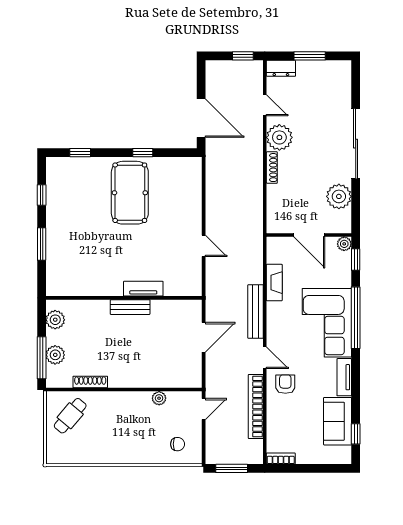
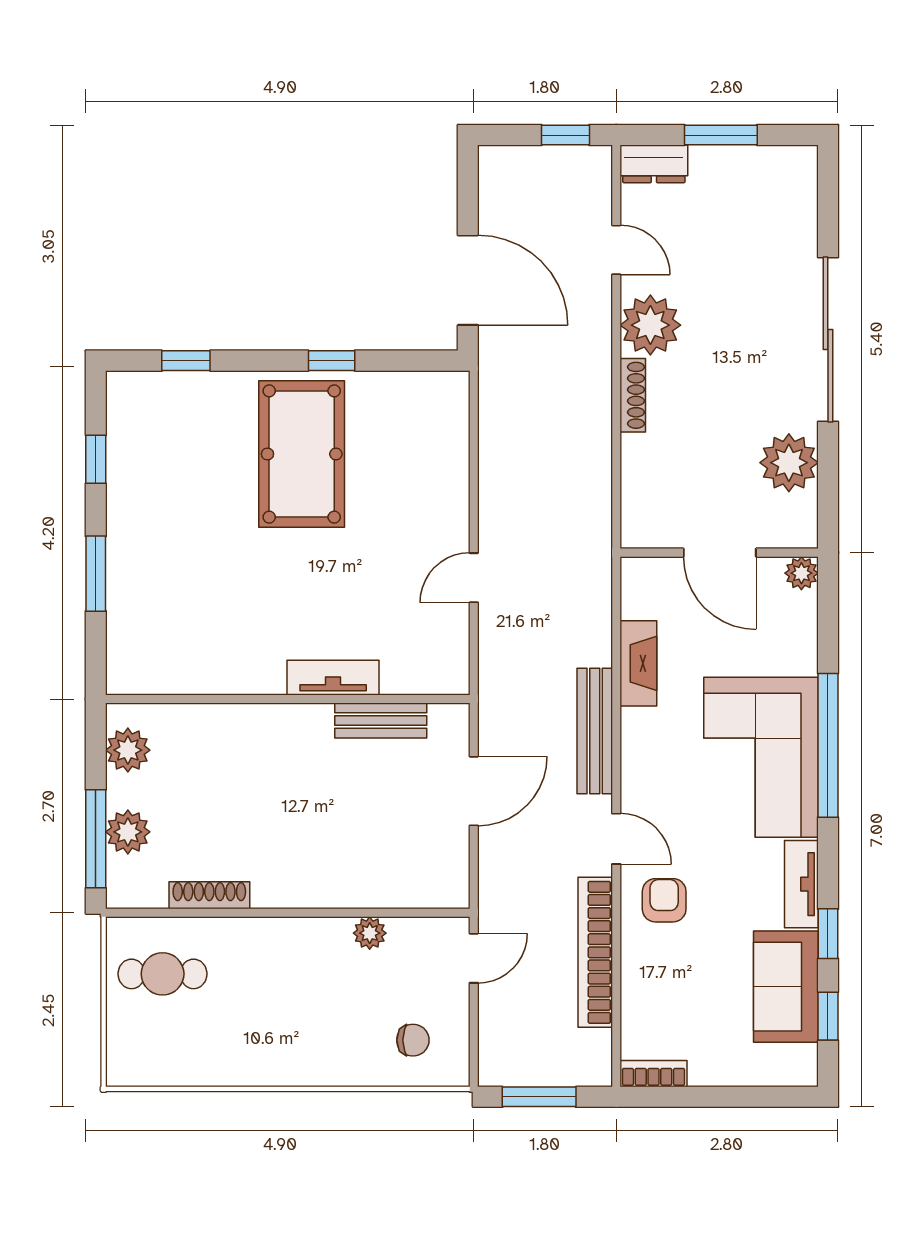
door: (204, 246) -> (474, 578), swing flipped
window: (356, 259) -> (828, 934), moved
bench: (130, 307) -> (381, 721), moved
cafe table: (70, 416) -> (163, 974), turned 50

